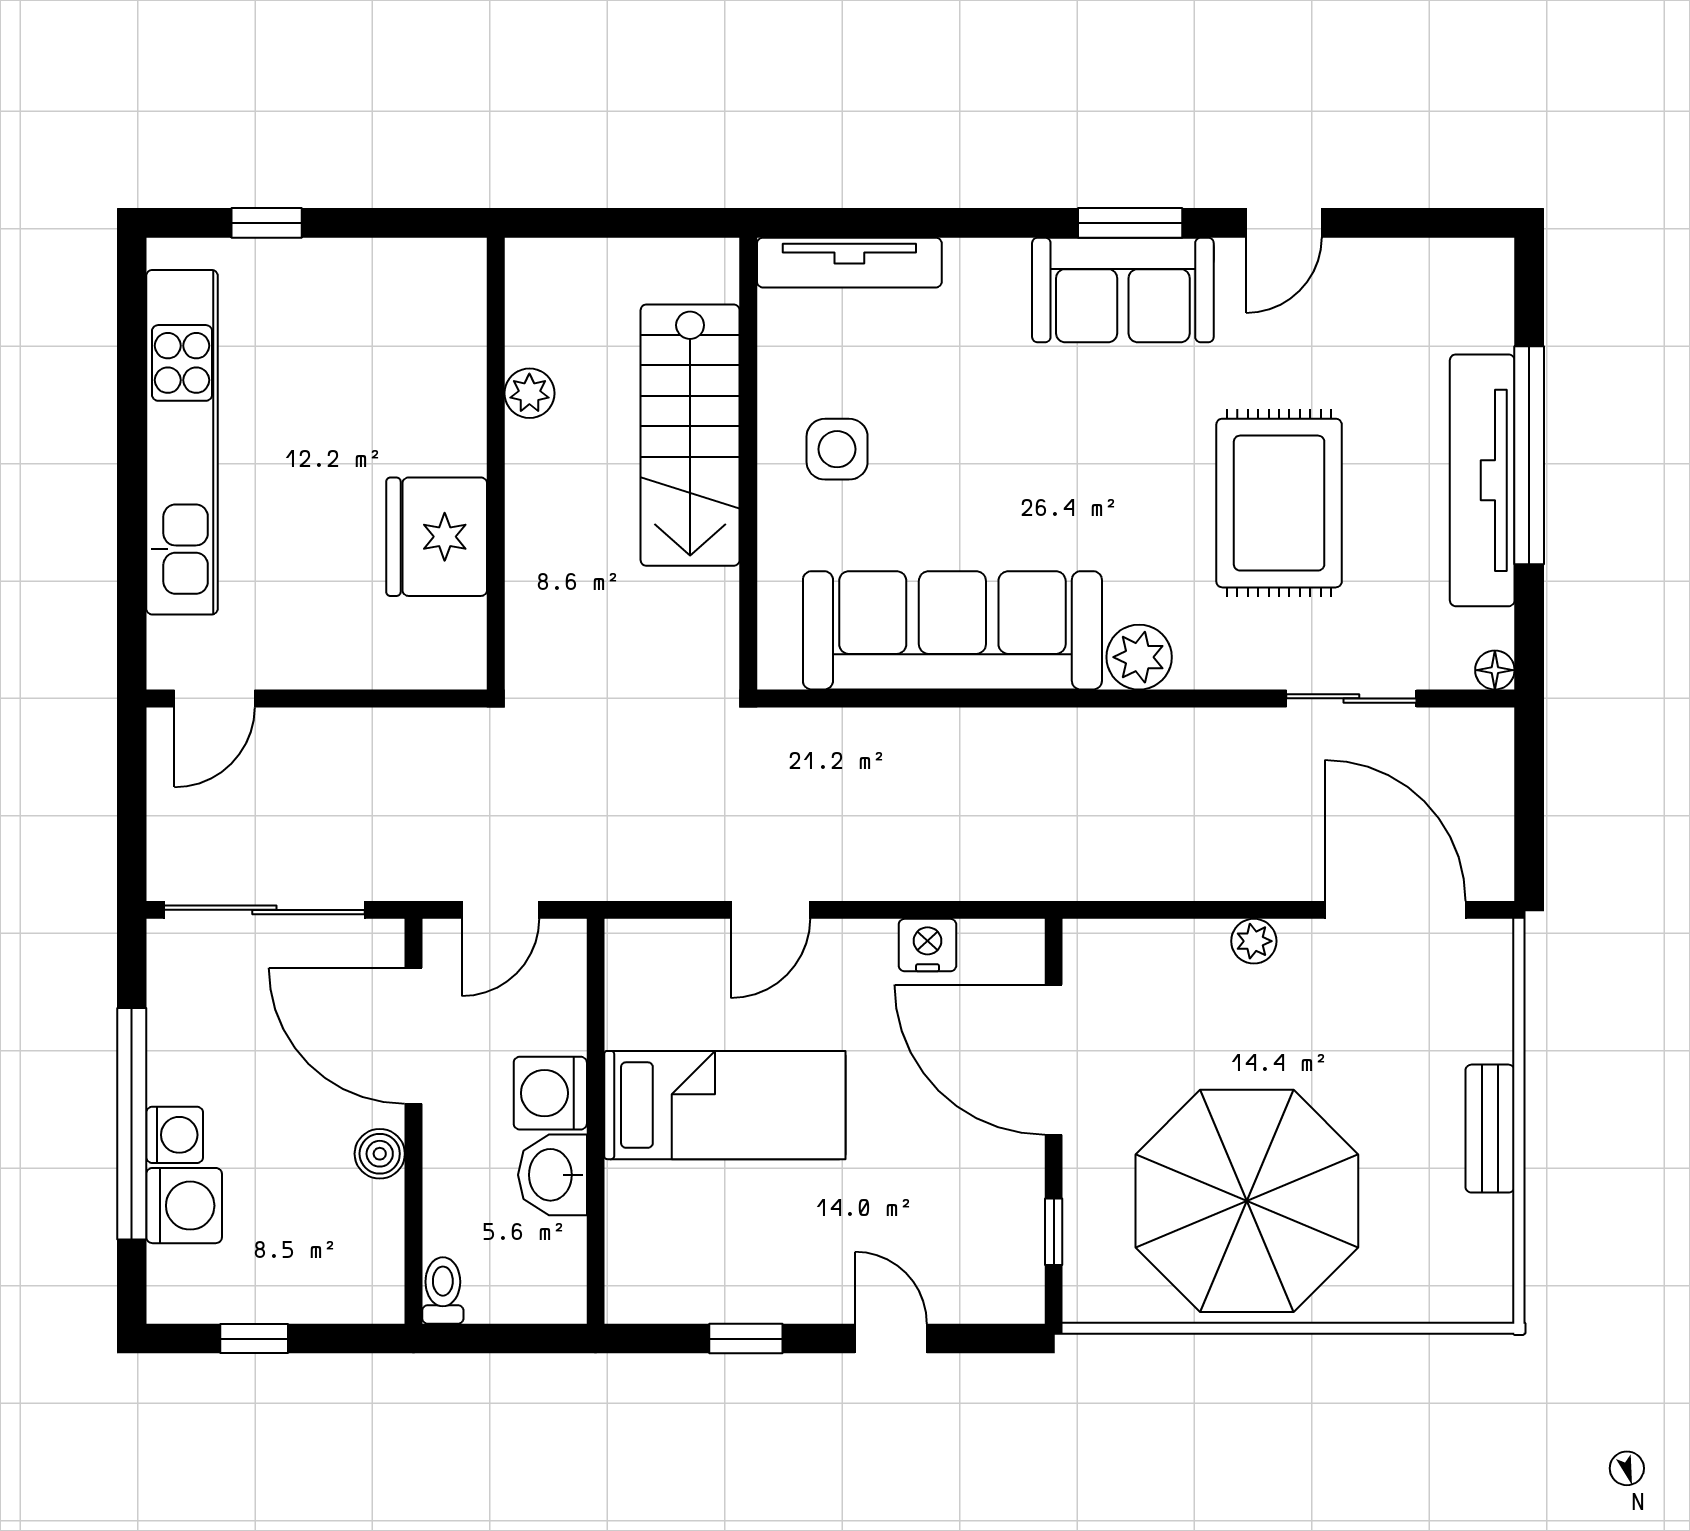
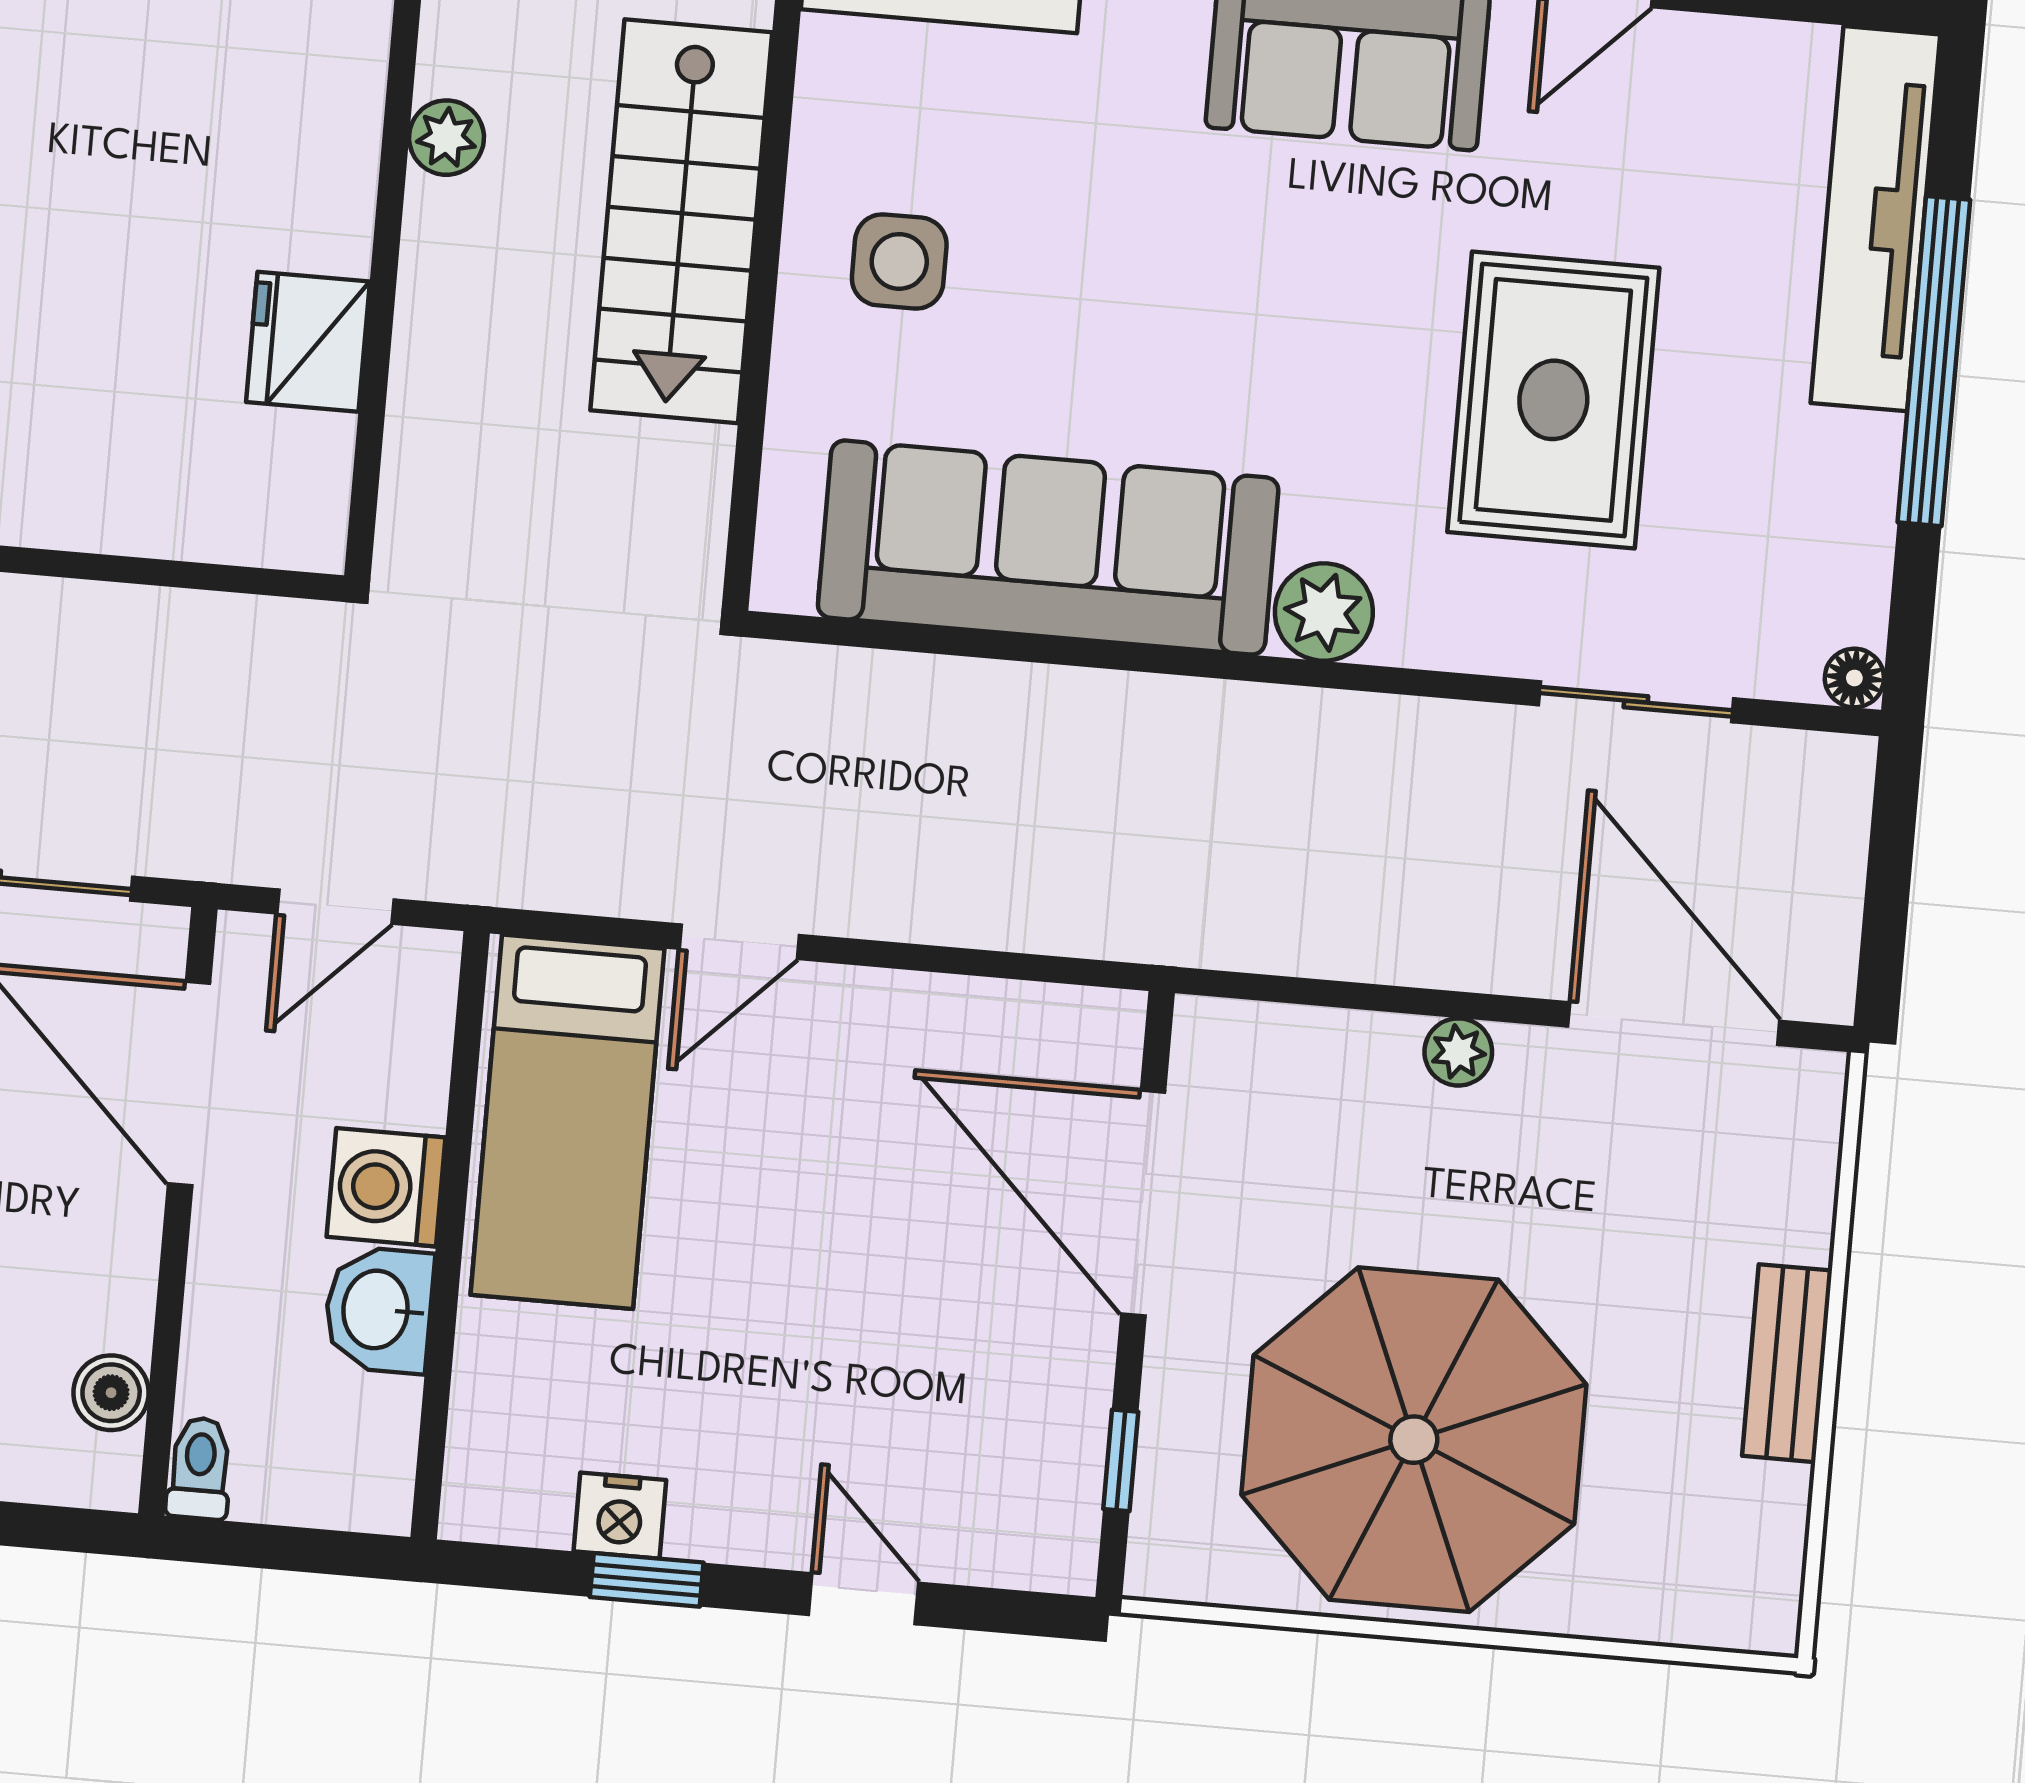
tv unit: (1482, 480) -> (1875, 219), moved
fridge: (437, 537) -> (308, 342), width x0.73, depth x0.75
nightstand: (927, 945) -> (620, 1516), moved, turned 180
bed: (725, 1105) -> (568, 1122), moved, turned 90
boiler: (380, 1154) -> (111, 1393), moved

